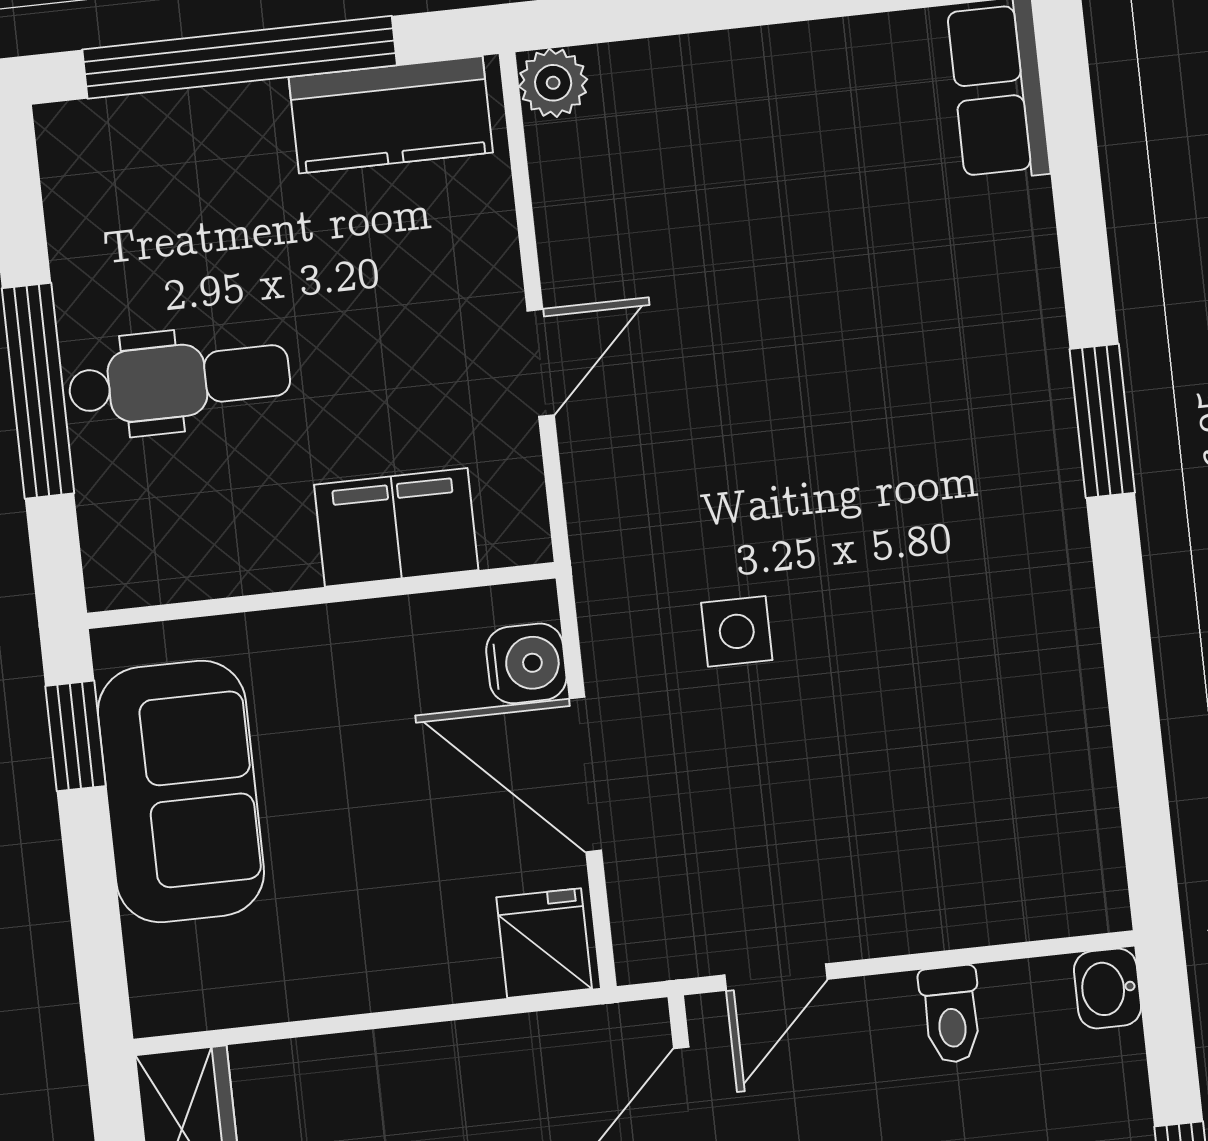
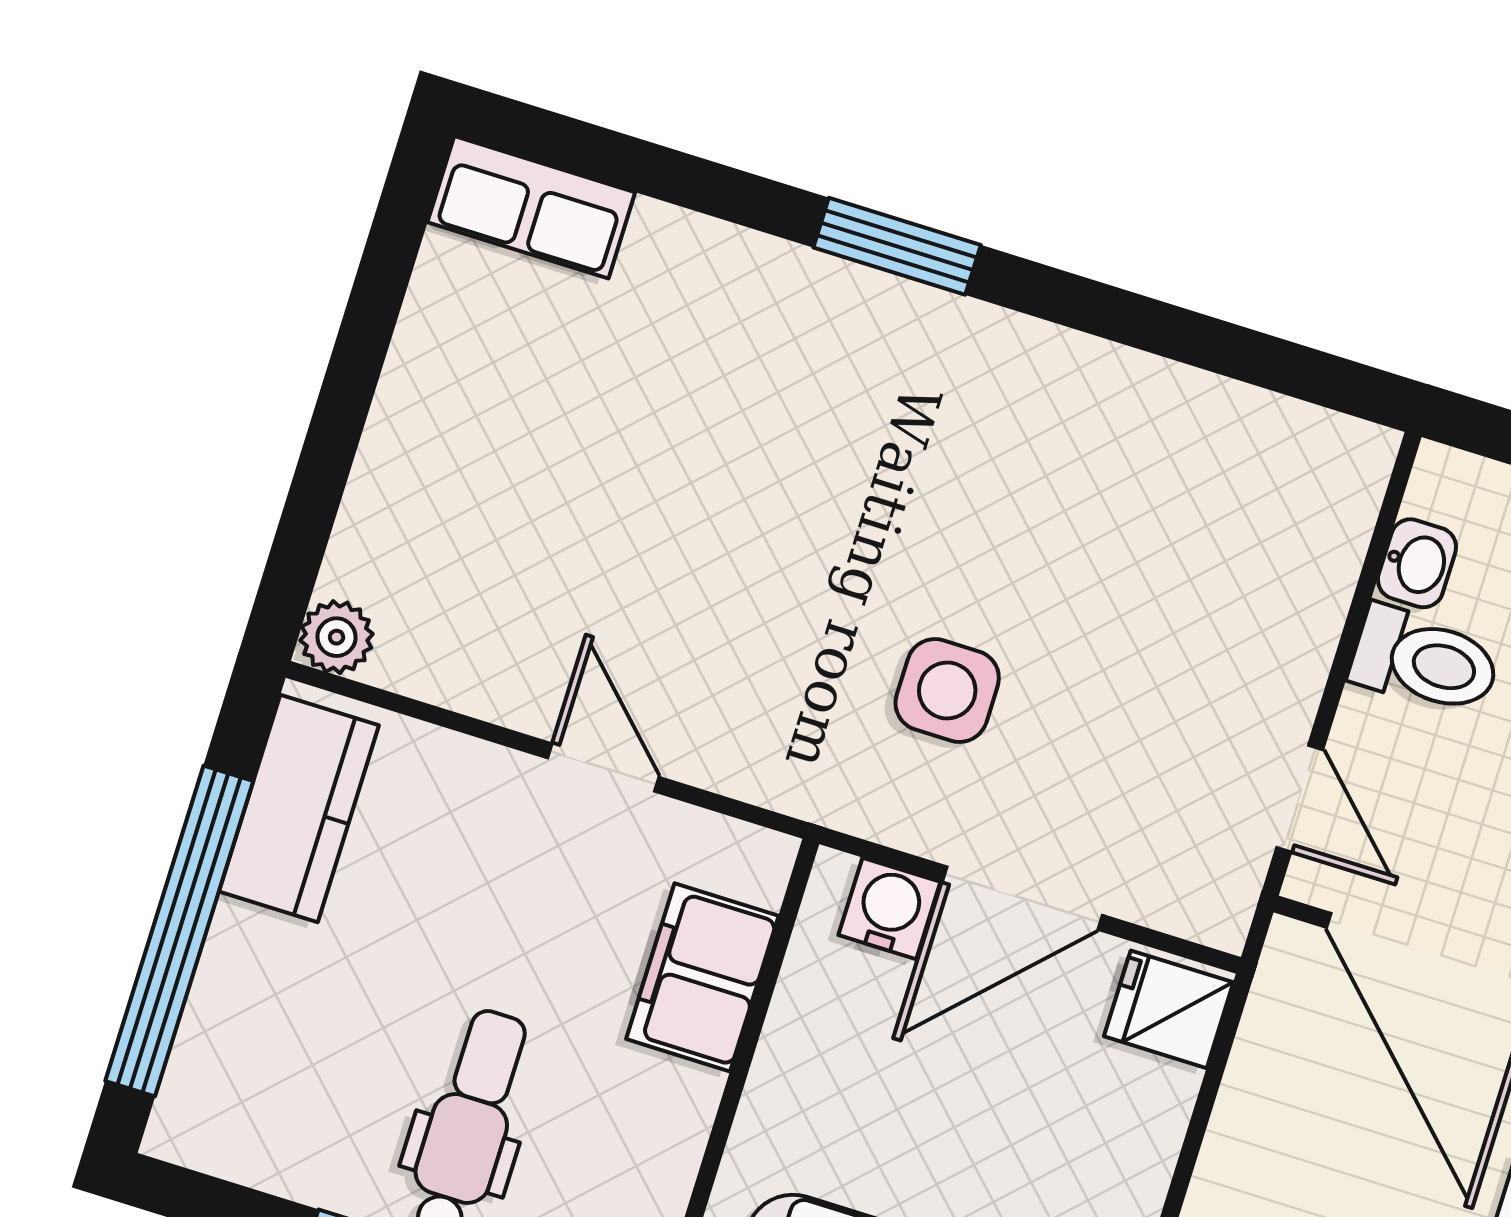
side table: (737, 631) -> (947, 690), width x1.37, depth x1.37
washbasin: (1107, 988) -> (1417, 563), moved, turned -90
toilet: (951, 1014) -> (1425, 661), width x1.37, depth x1.39

